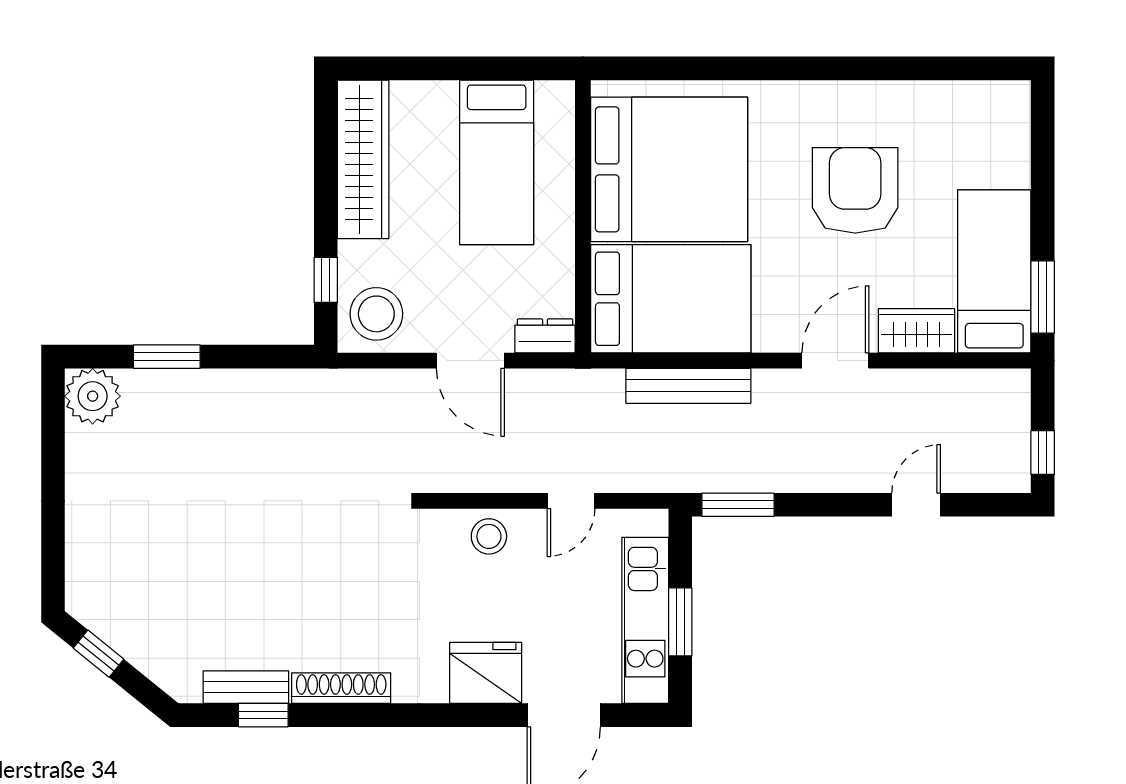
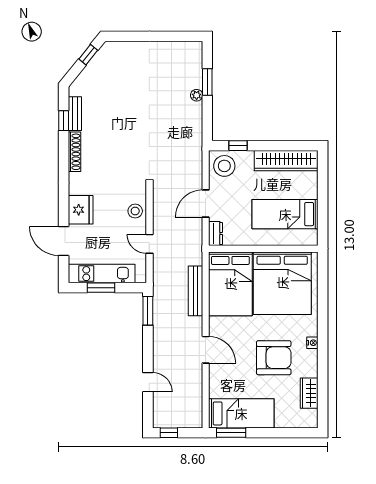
nightstand: (818, 94) -> (312, 343), added
wardrobe: (917, 331) -> (309, 393), moved, turned 180
plant: (93, 396) -> (197, 95), moved, width x0.53, depth x0.53

